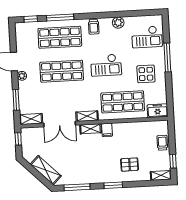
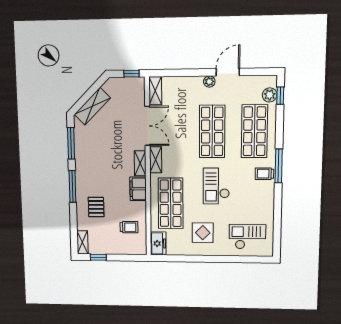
window: (60, 17) -> (279, 166), moved
plant: (118, 23) -> (270, 95), moved
checkout: (147, 37) -> (247, 237), turned 90
window: (167, 57) -> (221, 259), removed
window: (16, 100) -> (180, 73), removed
double door: (60, 124) -> (147, 126), swing flipped
filing cabinet: (107, 130) -> (138, 189), width x2.00
trolley: (162, 143) -> (129, 227), moved
window: (113, 185) -> (72, 186), width x1.44

